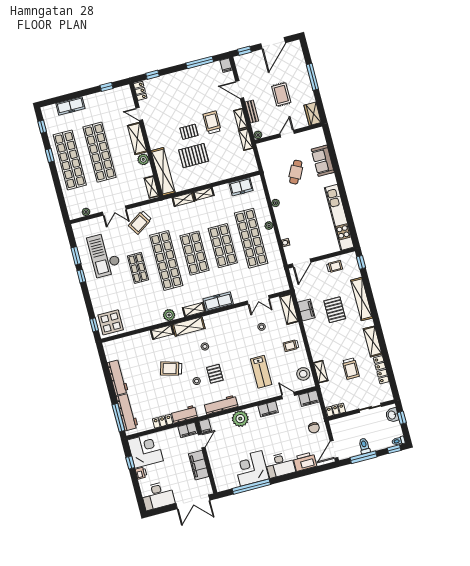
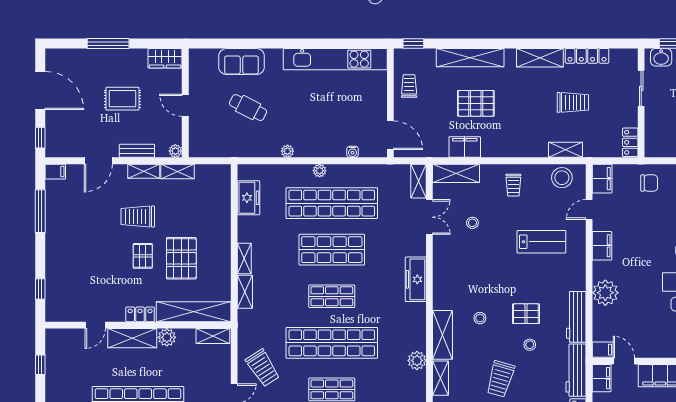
locker: (140, 91) -> (140, 314), moved
shop shelf: (195, 253) -> (332, 296), width x0.70, depth x0.74
shelving: (194, 310) -> (419, 181), moved
workbench: (184, 414) -> (576, 370), width x1.38

